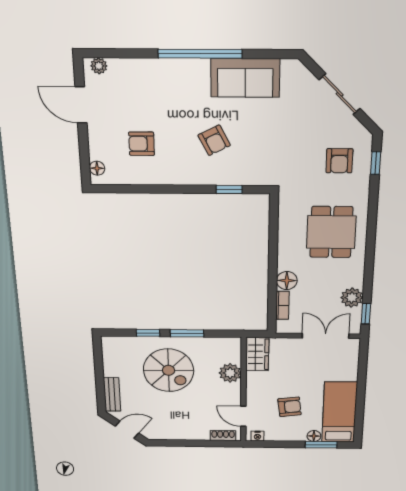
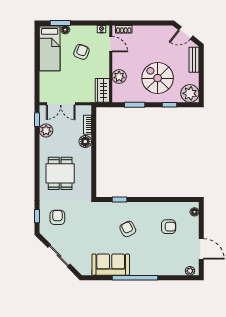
window: (187, 333) -> (135, 105), moved
plant: (116, 349) -> (190, 93), added
armchair: (290, 407) -> (81, 52), turned 118

